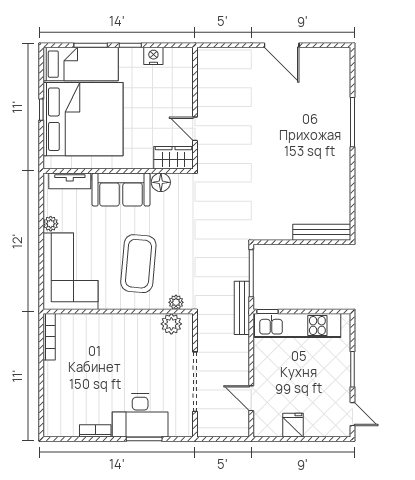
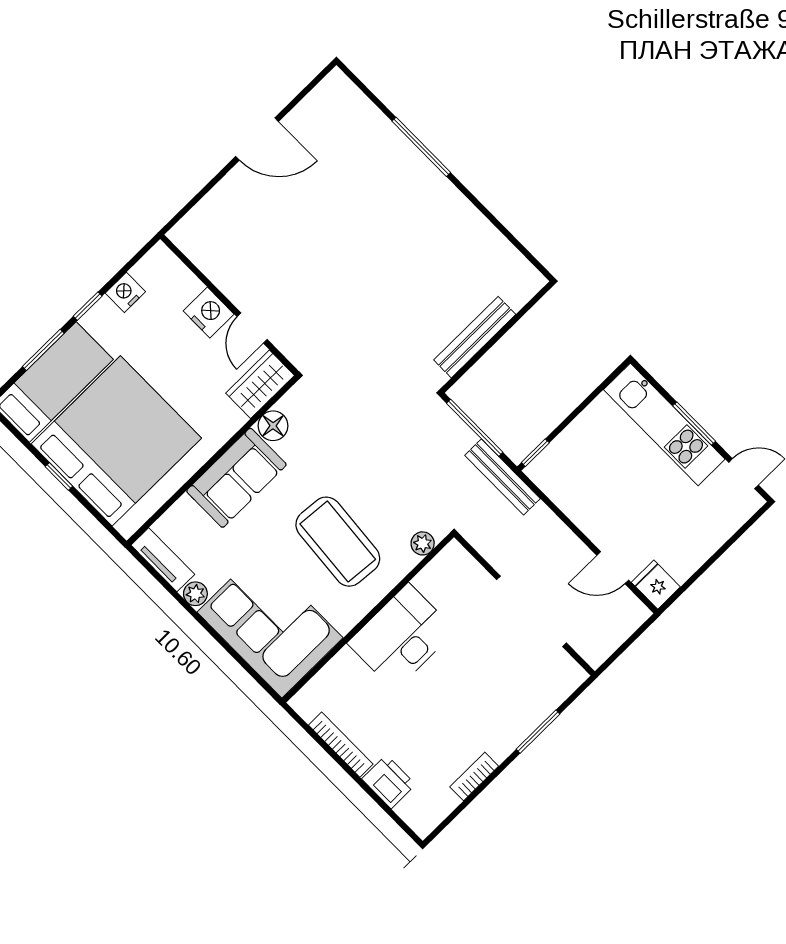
nightstand: (182, 102) -> (209, 313), added
door: (195, 129) -> (252, 328), hinge flipped
tv unit: (70, 181) -> (163, 560), moved, turned -90
bench: (322, 232) -> (475, 337), moved
plant: (171, 324) -> (441, 573), removed
kitchen unit: (298, 326) -> (664, 424), moved, turned 90
bookcase: (49, 337) -> (341, 745), moved
printer: (54, 395) -> (389, 782), added
desk: (140, 415) -> (401, 637), moved, turned 180
fridge: (293, 425) -> (656, 585), moved

